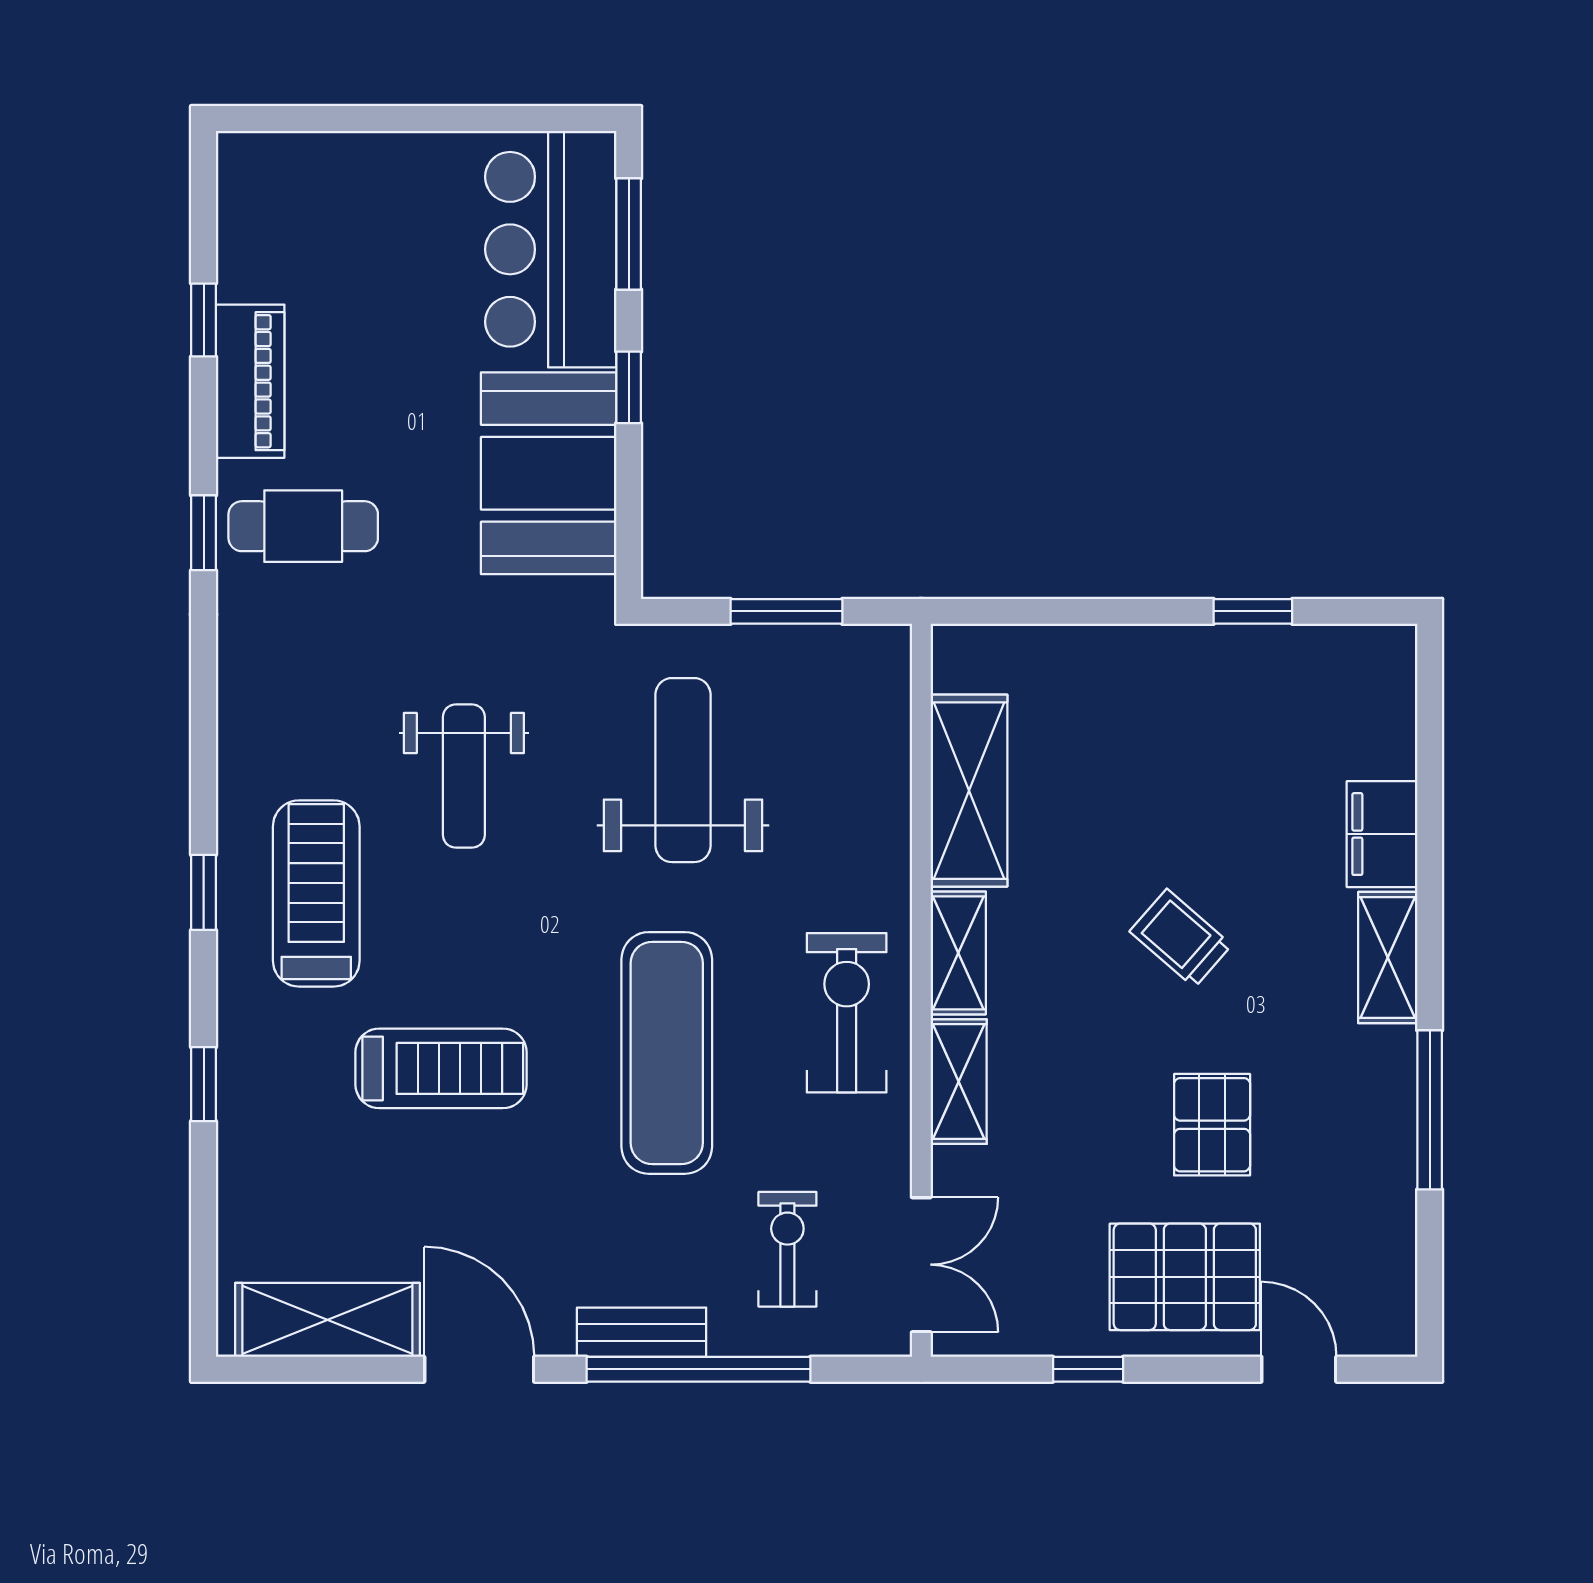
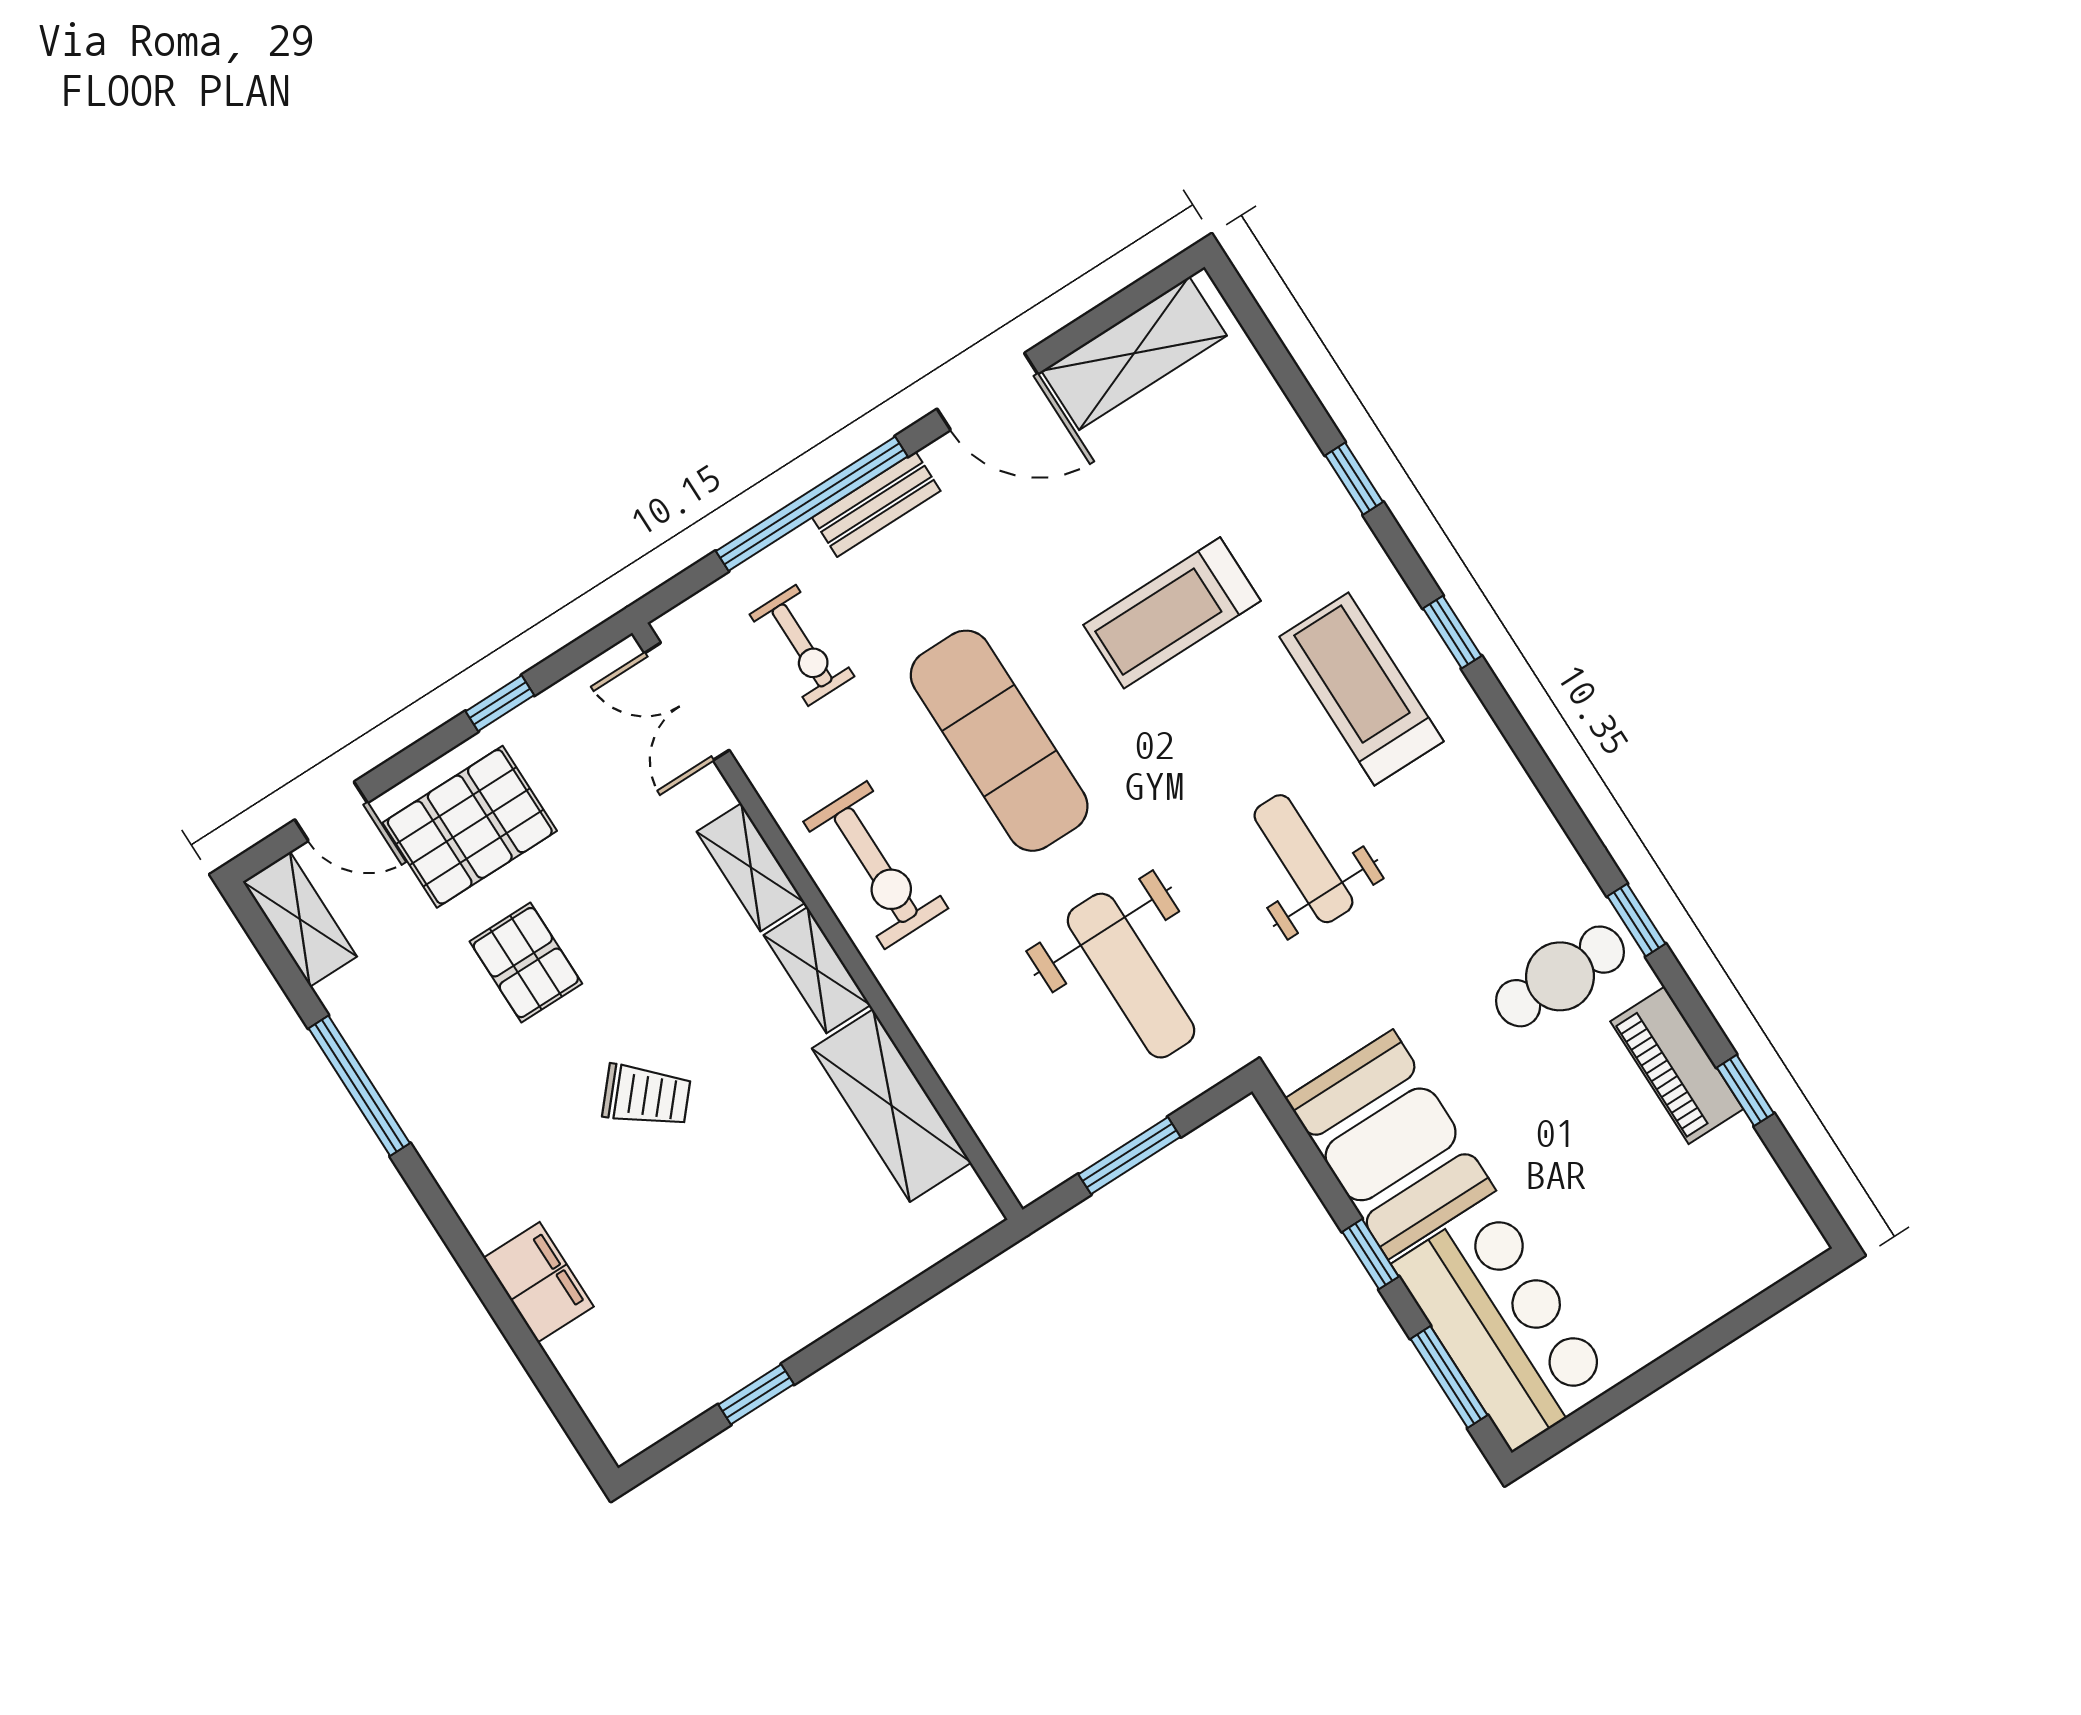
treadmill: (316, 893) -> (1361, 689), turned 180
shelving: (1388, 958) -> (300, 919), moved

